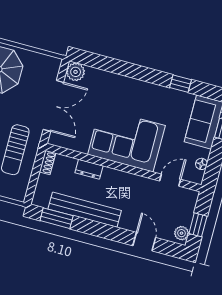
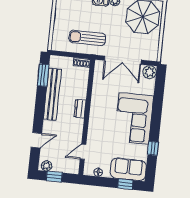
corner sofa: (127, 140) -> (134, 118), moved, turned 180
dresser: (89, 169) -> (80, 109), moved
door: (170, 180) -> (83, 152), swing flipped

